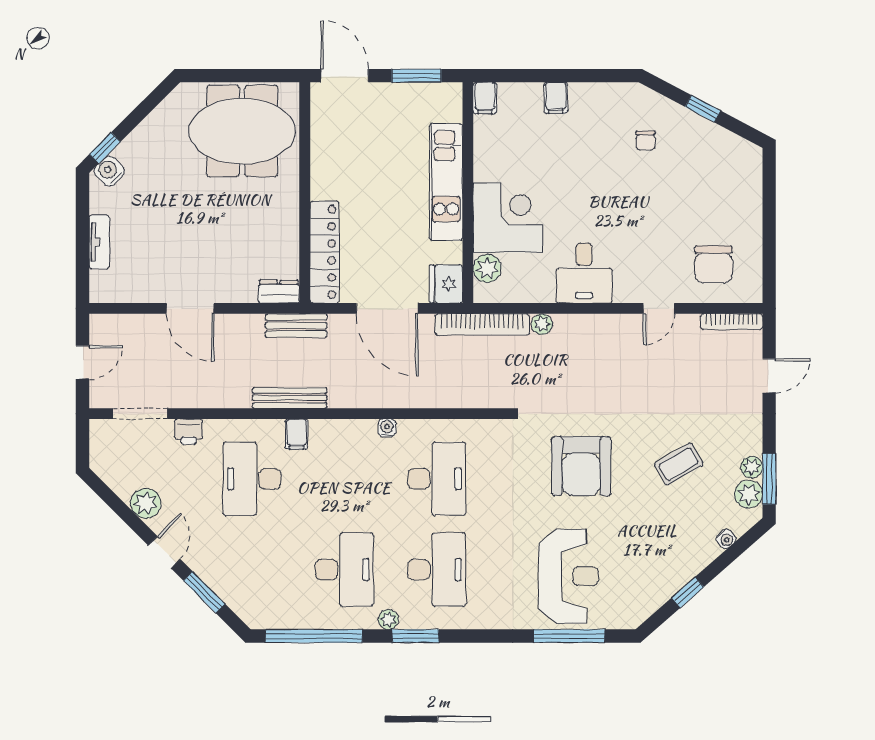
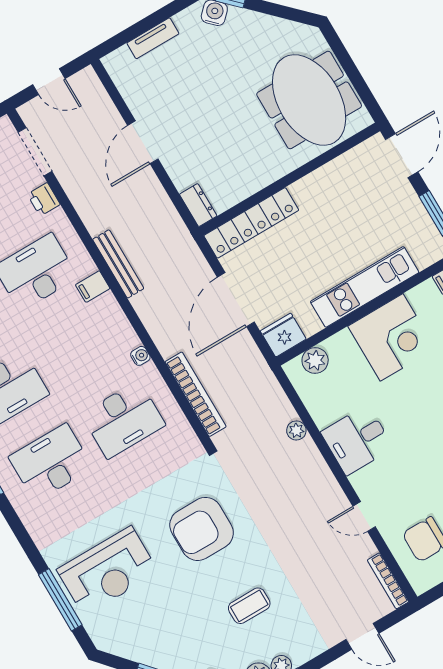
corner desk: (508, 218) -> (392, 337), moved
bookcase: (482, 324) -> (196, 394), moved, turned 180
bench: (296, 326) -> (179, 235), removed
coffee table: (679, 464) -> (249, 606), turned -60
desk: (437, 570) -> (51, 462), turned 180

